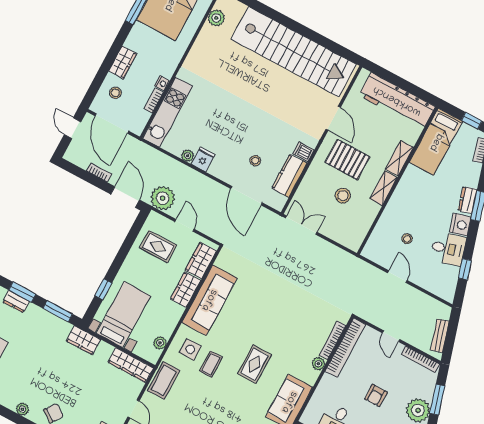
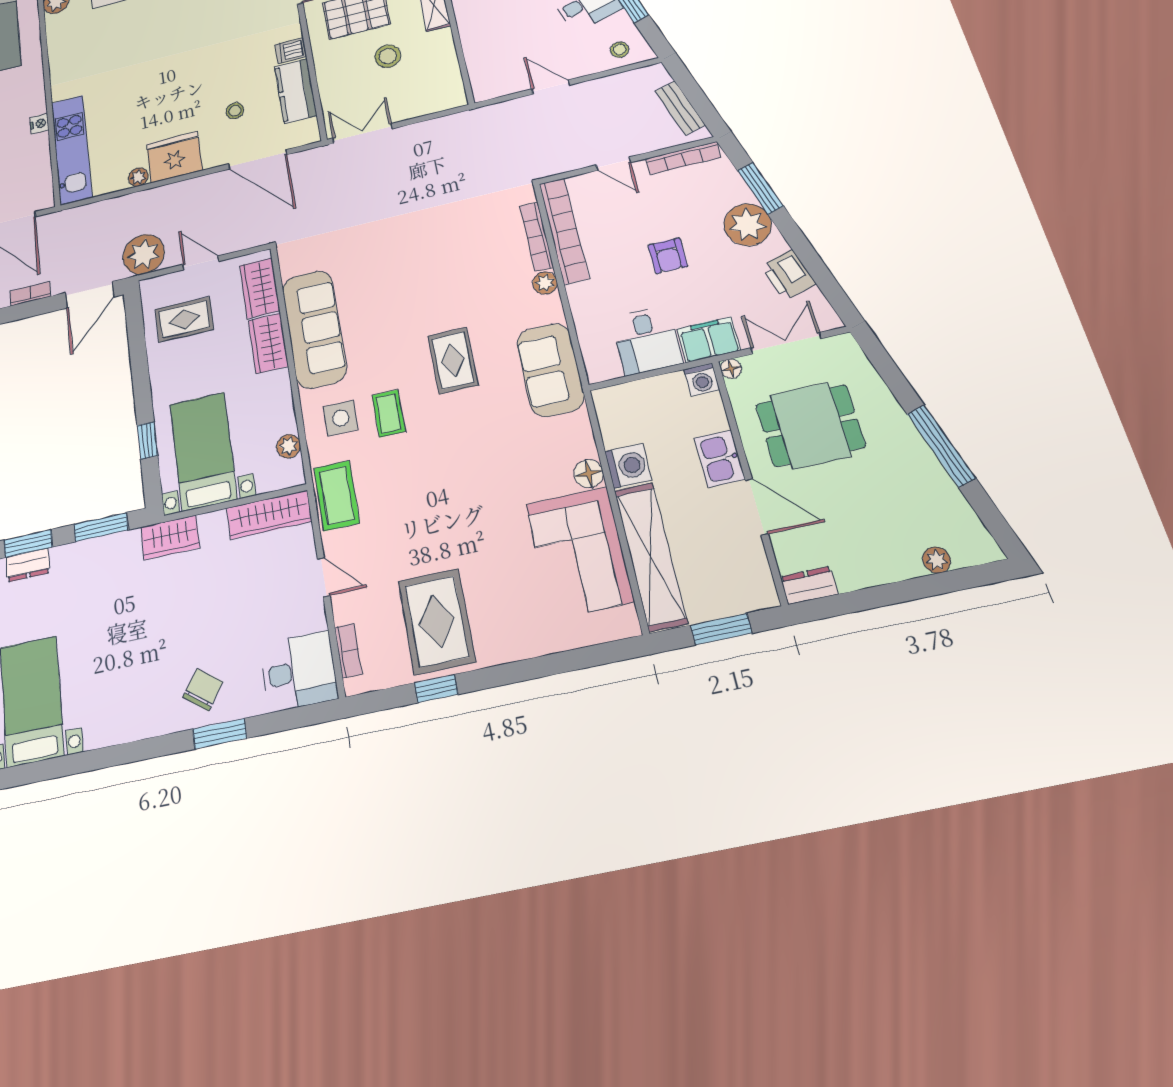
bookcase: (154, 100) -> (43, 151), removed
fridge: (203, 159) -> (174, 157), width x1.88, depth x1.34
door: (125, 197) -> (90, 295), swing flipped
stool: (407, 239) -> (620, 50), moved
plant: (22, 409) -> (148, 725), removed

